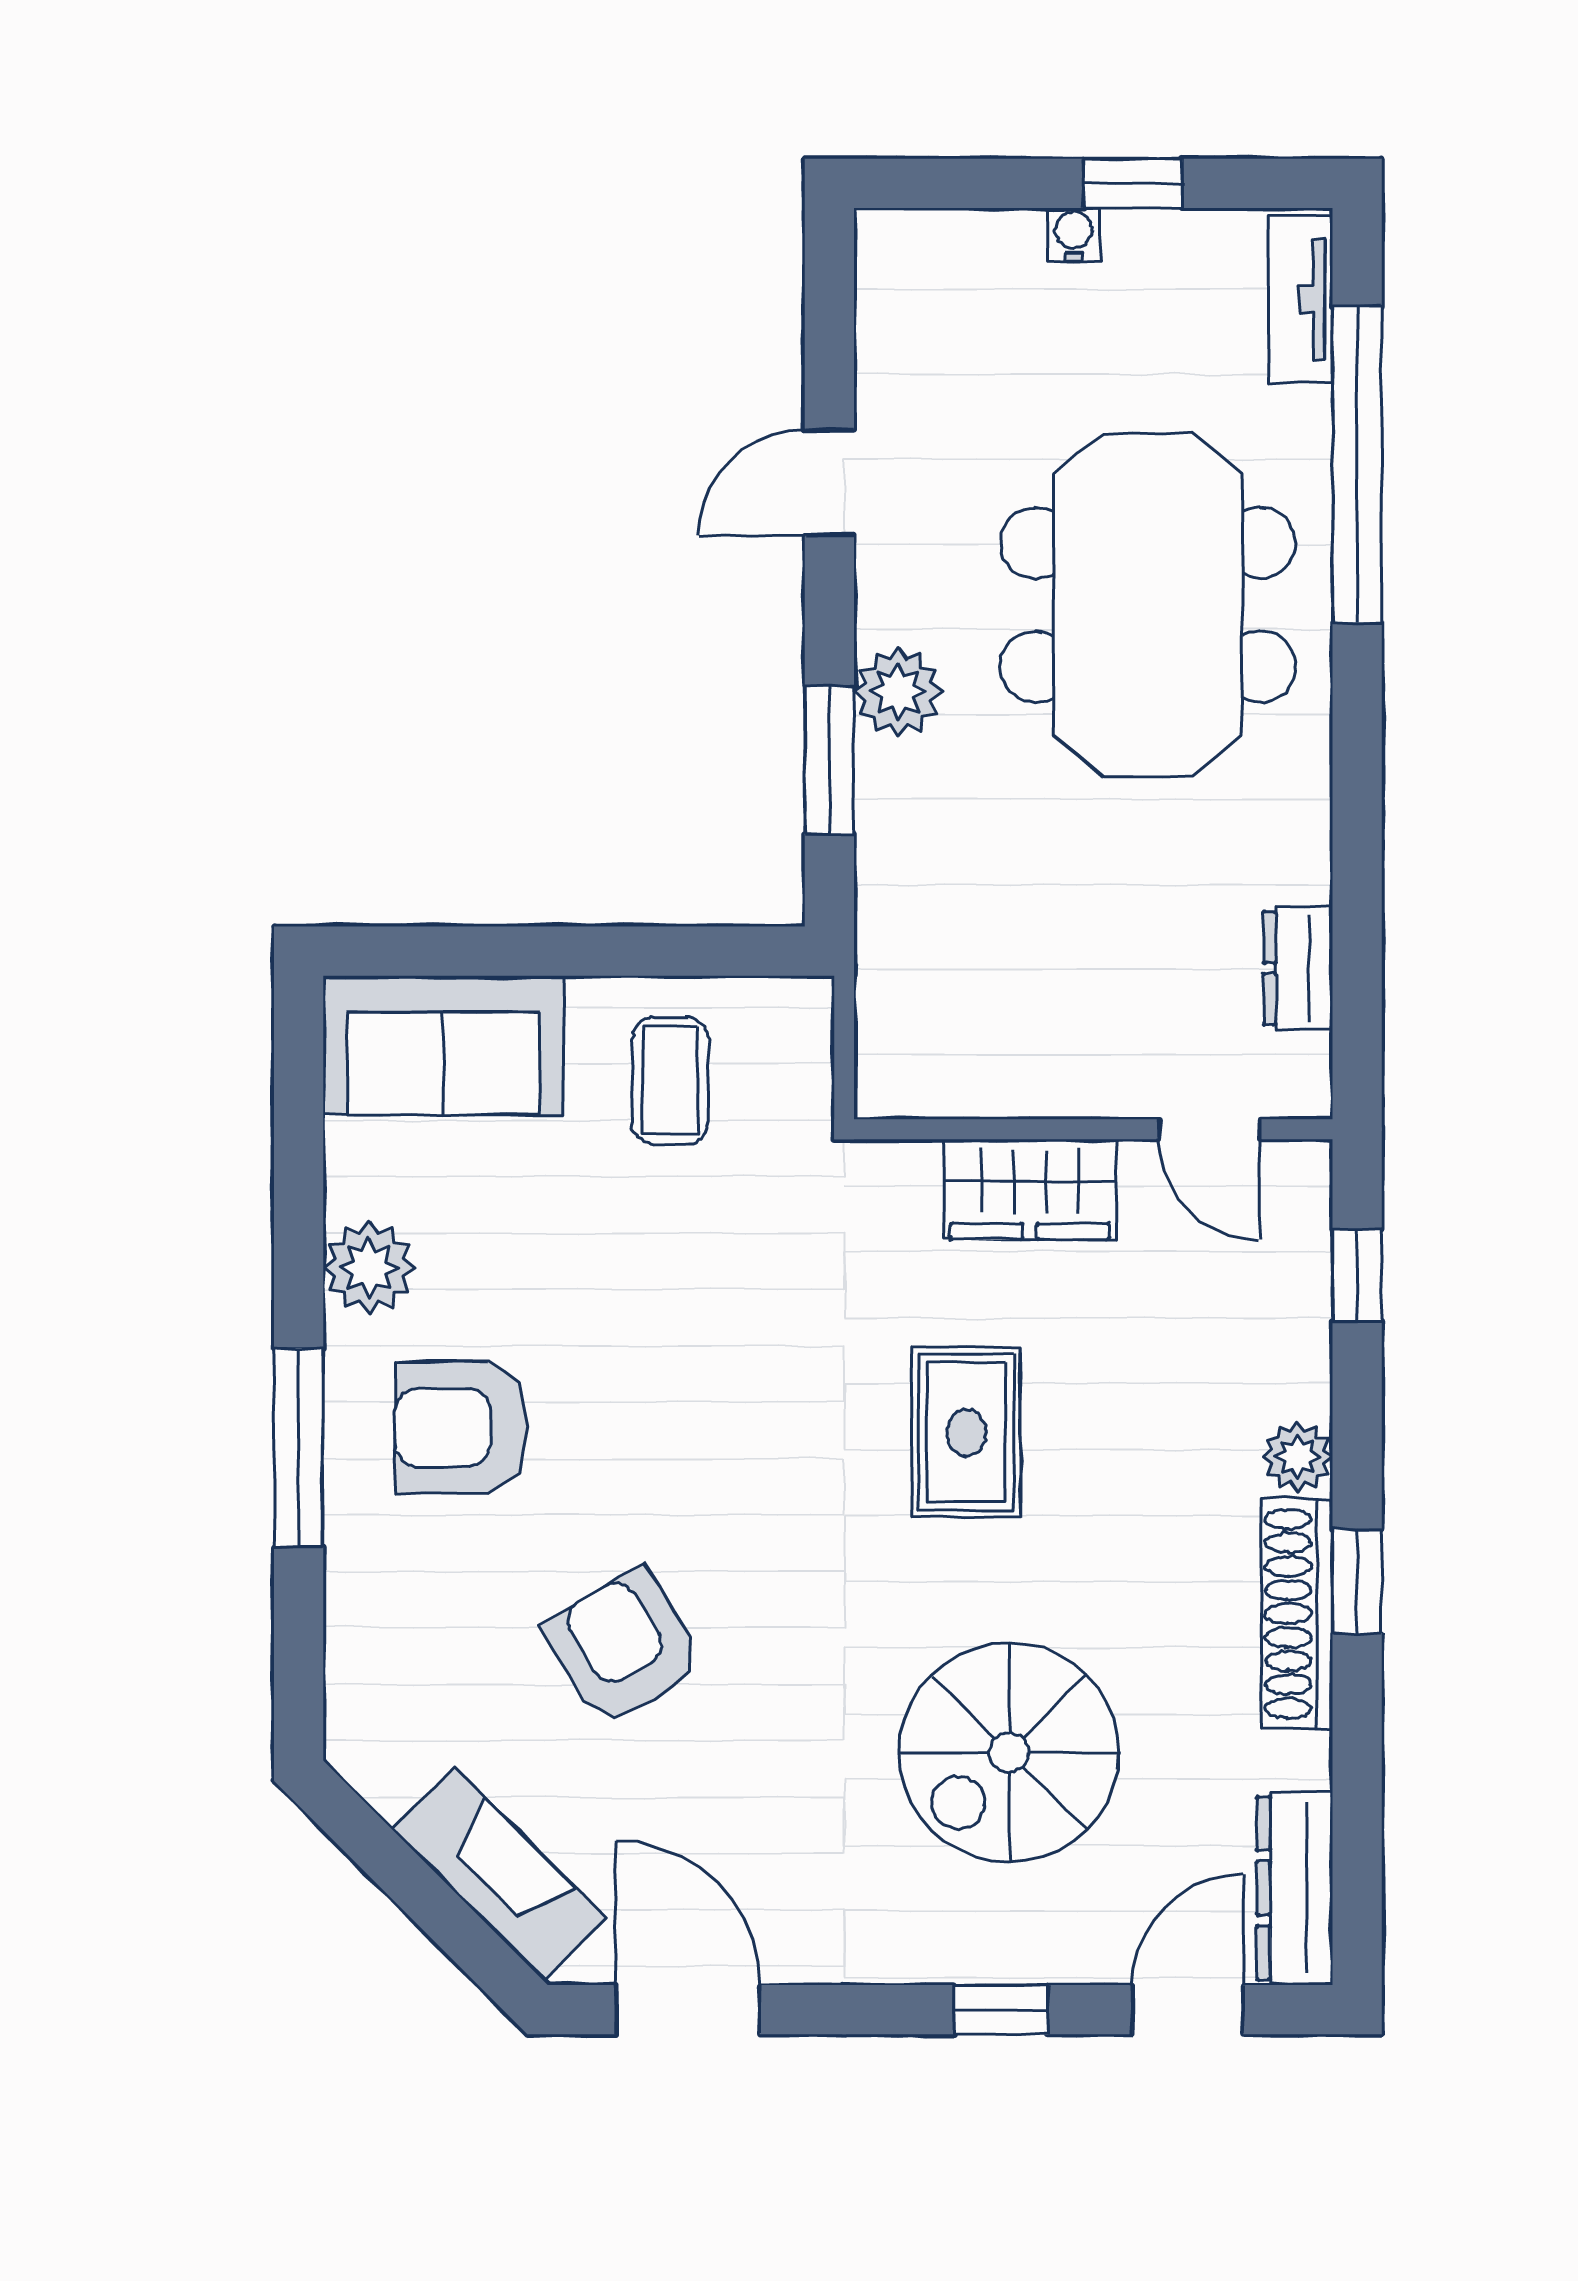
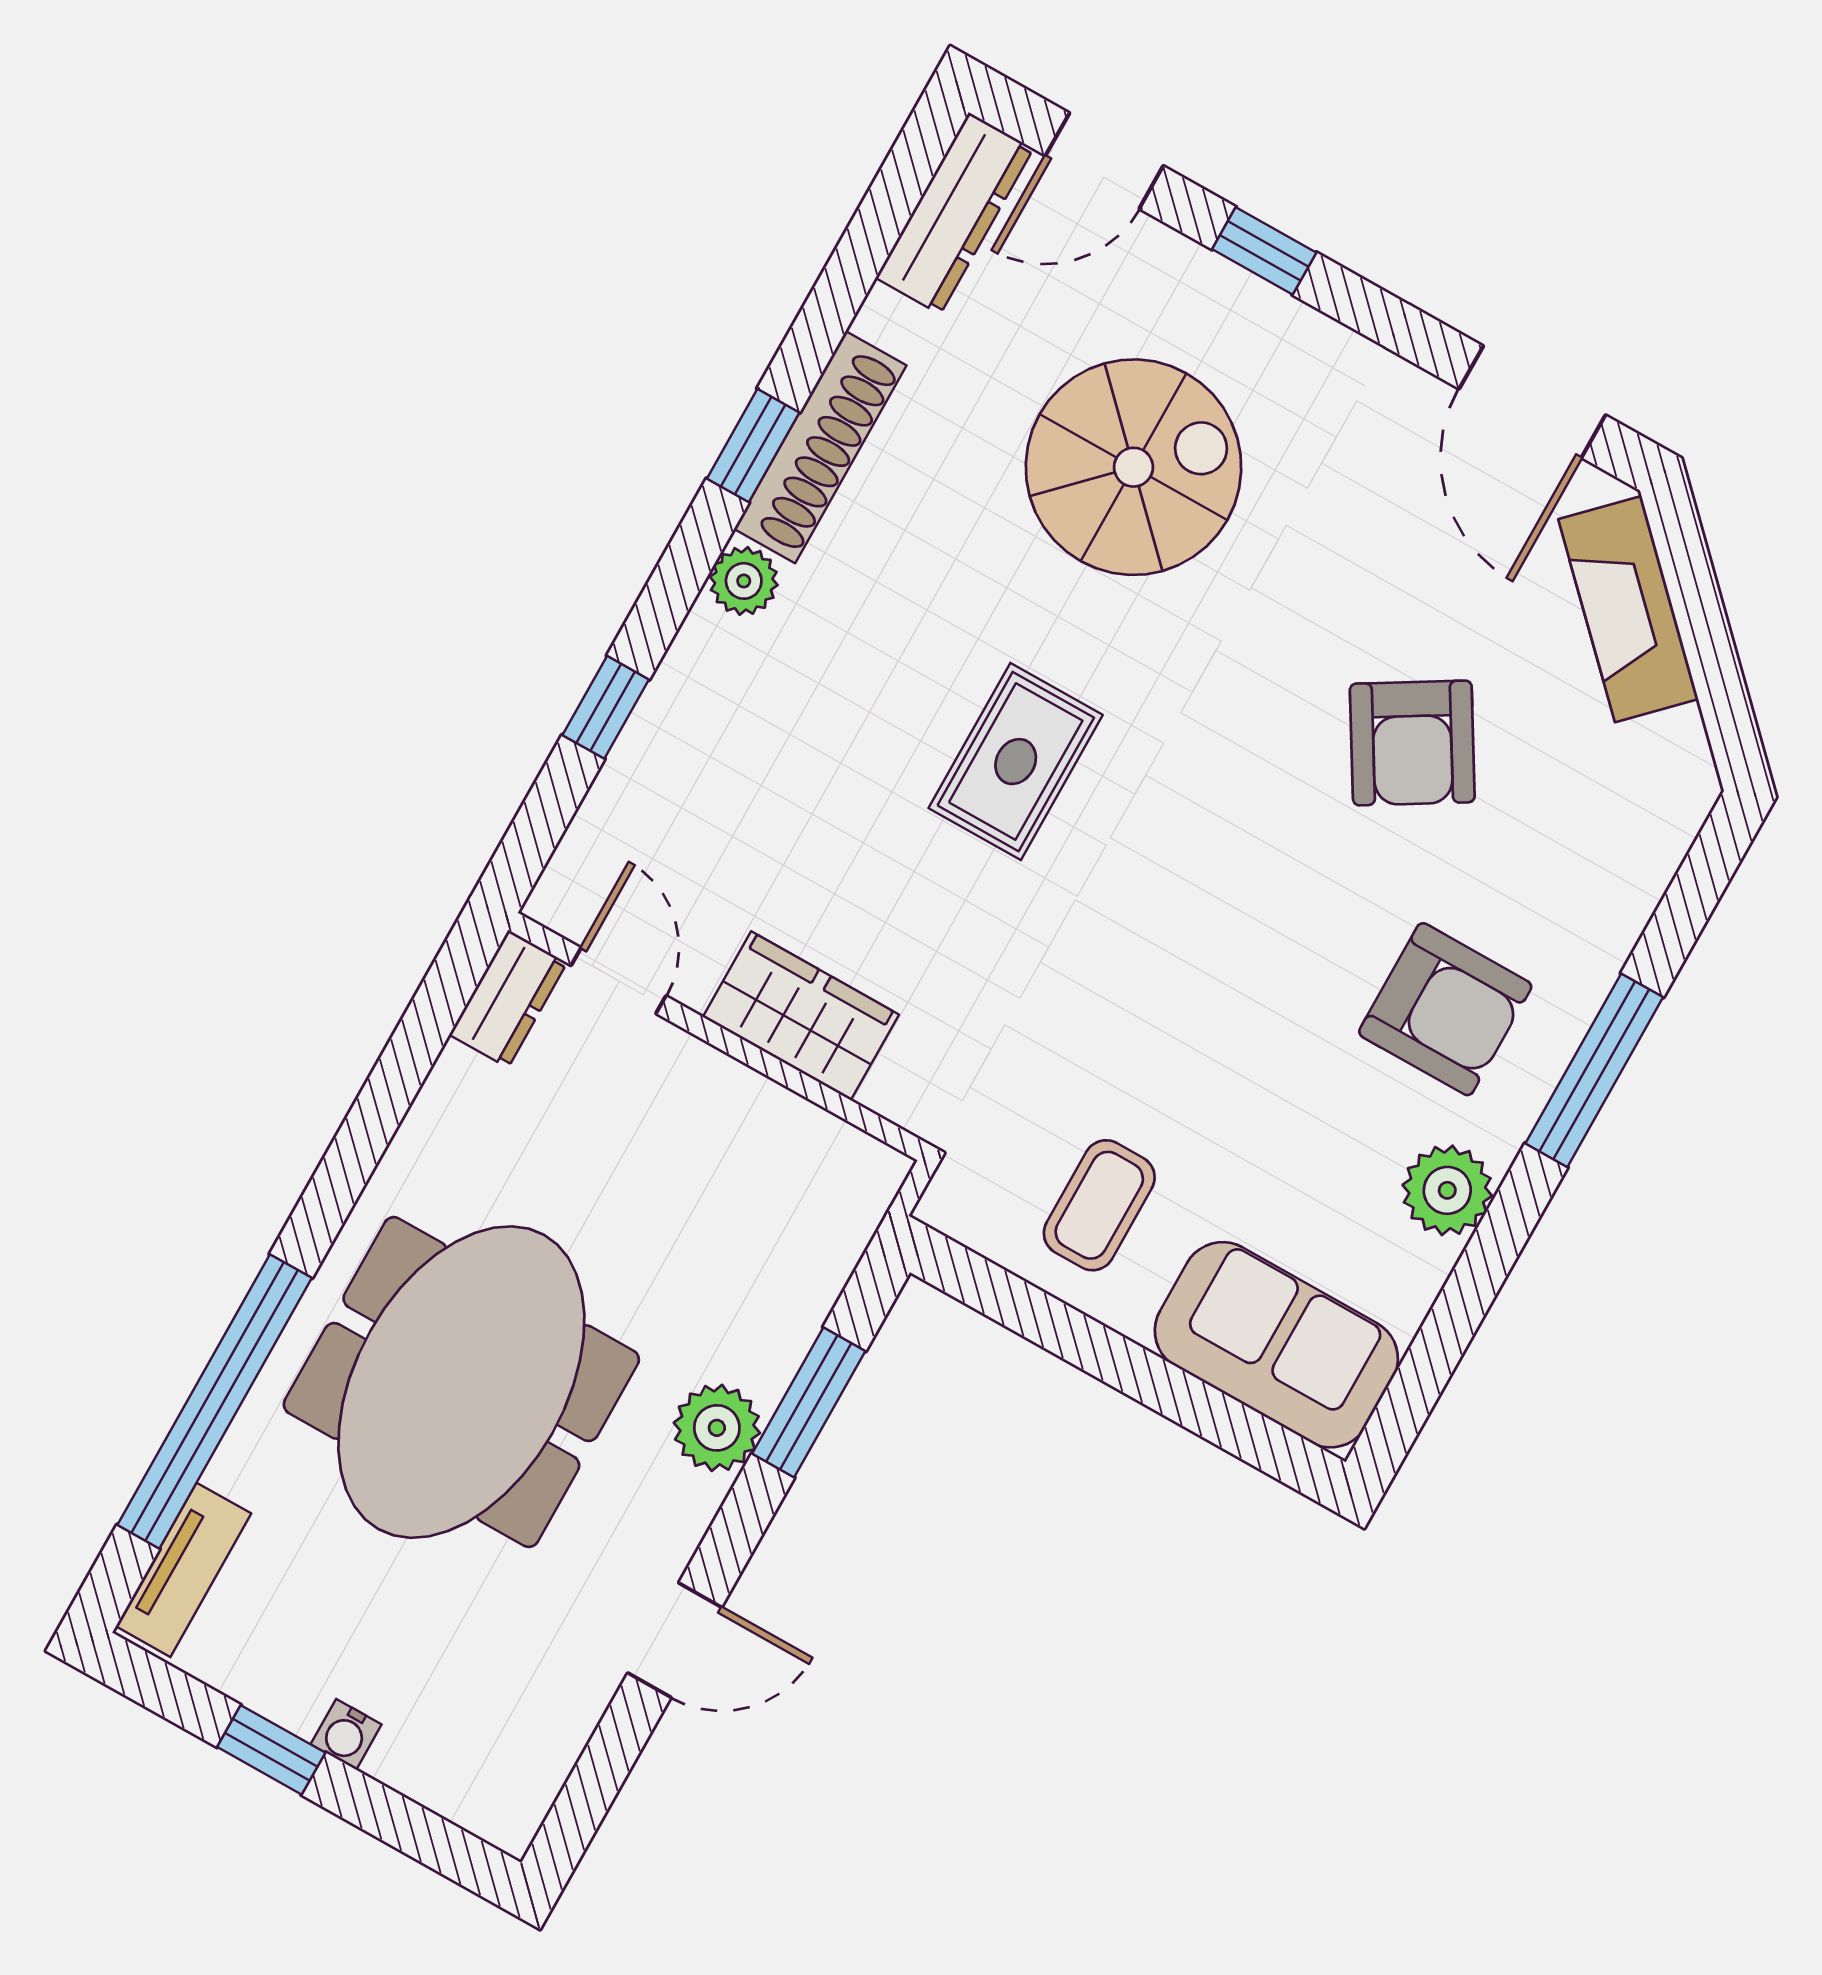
wall: (1093, 1129) -> (718, 1037), moved
door: (1209, 1129) -> (618, 981), moved
wardrobe: (1030, 1189) -> (801, 1016), moved

